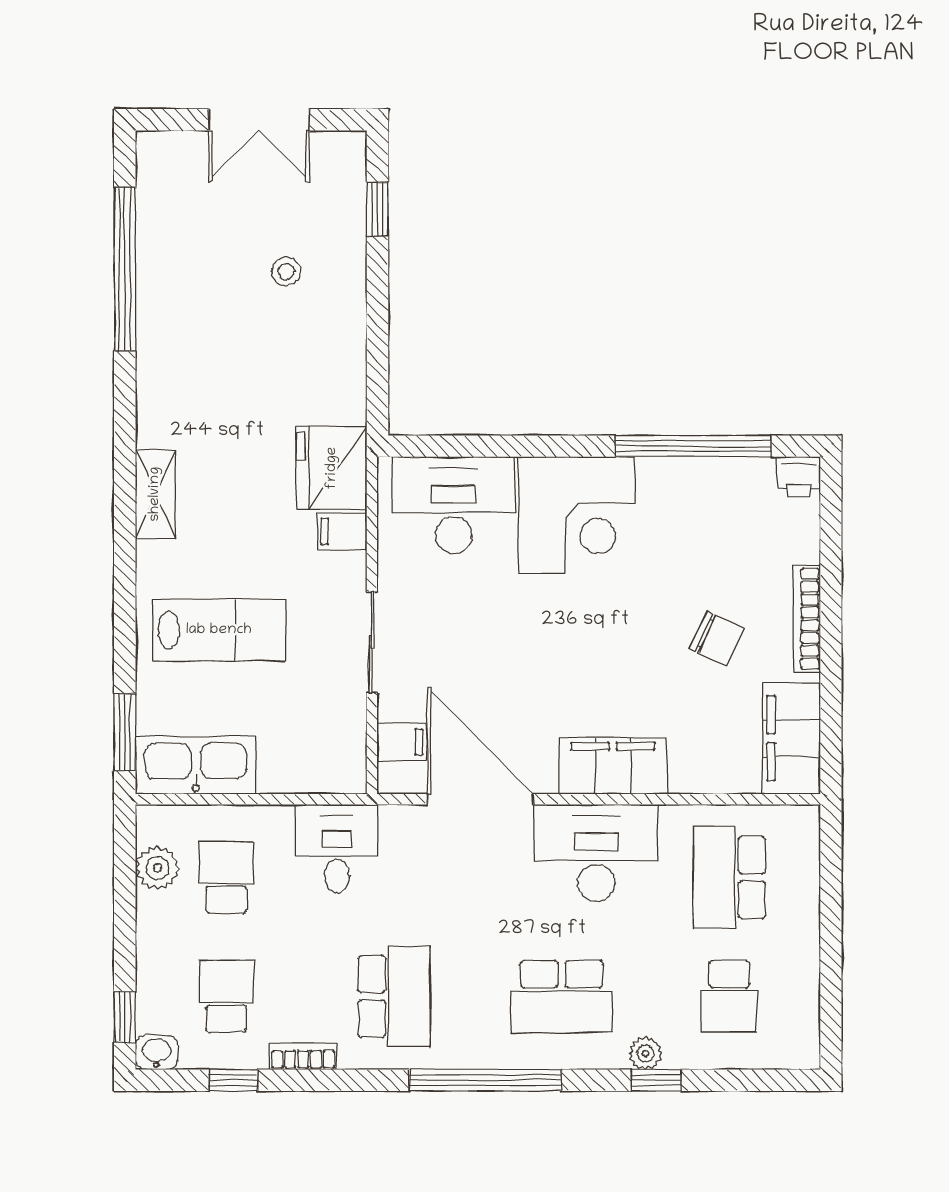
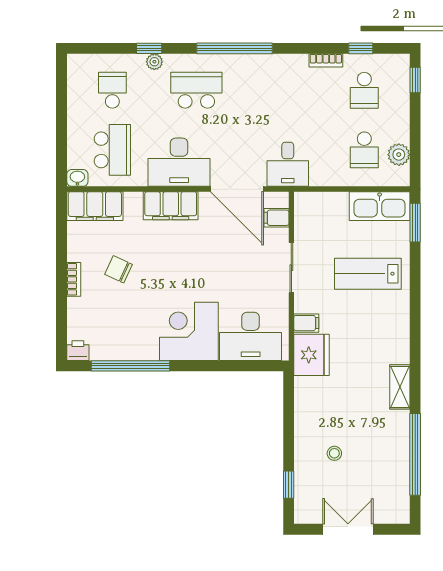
shelving: (155, 494) -> (400, 387), moved
bookcase: (807, 619) -> (74, 279), width x0.64
filing cabinet: (791, 738) -> (95, 206), moved, turned 90
desk: (337, 849) -> (288, 164), moved
school desk: (394, 996) -> (280, 90), removed
washbasin: (157, 1053) -> (77, 178), moved, turned 180

